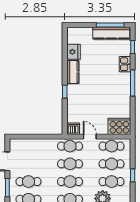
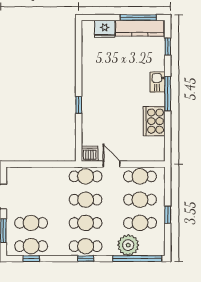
fridge: (73, 52) -> (105, 29), moved, turned 90
kitchen sink: (125, 64) -> (158, 82), moved
kitchen counter: (73, 72) -> (89, 79), removed
cooker: (119, 126) -> (154, 121), moved, turned -90

